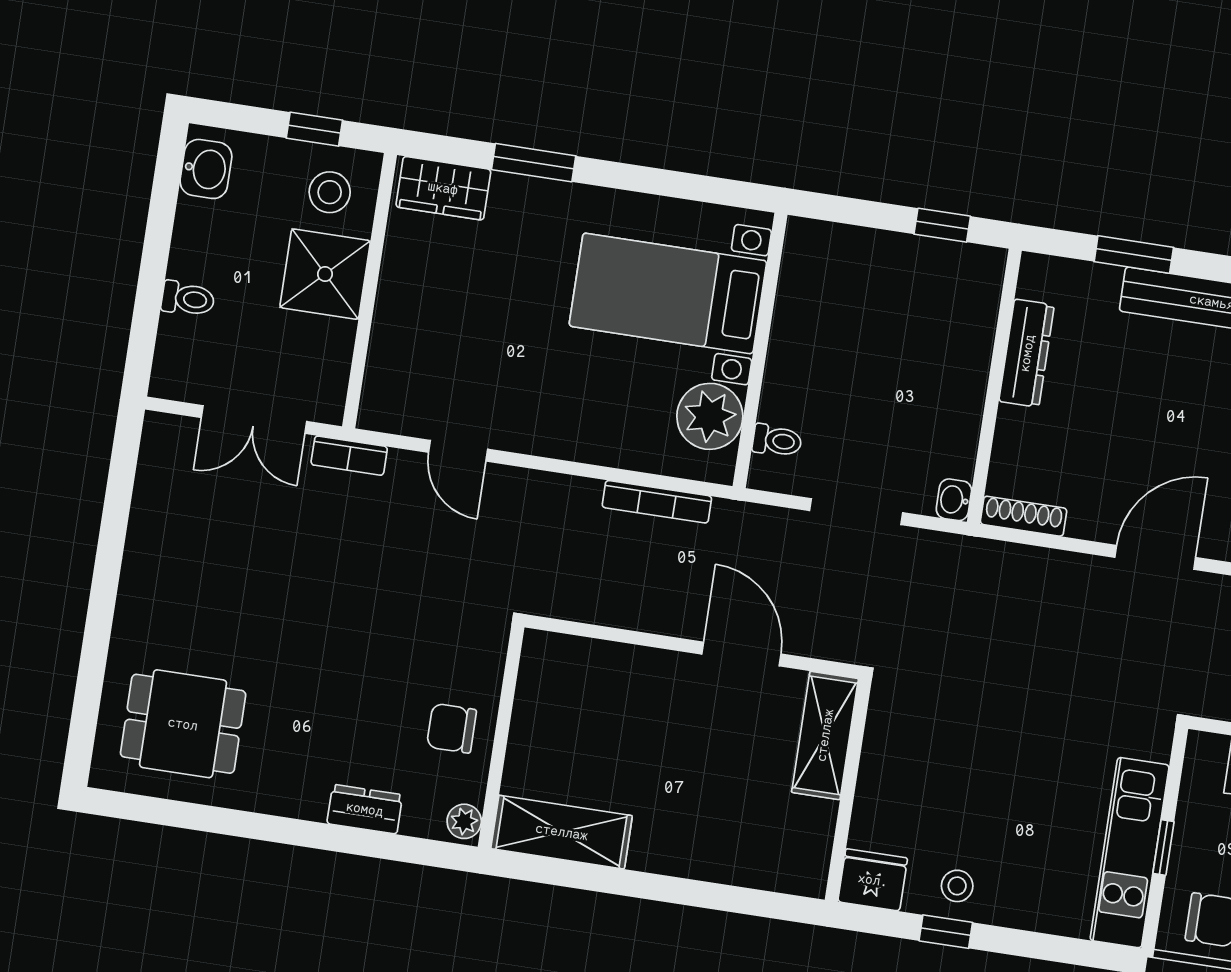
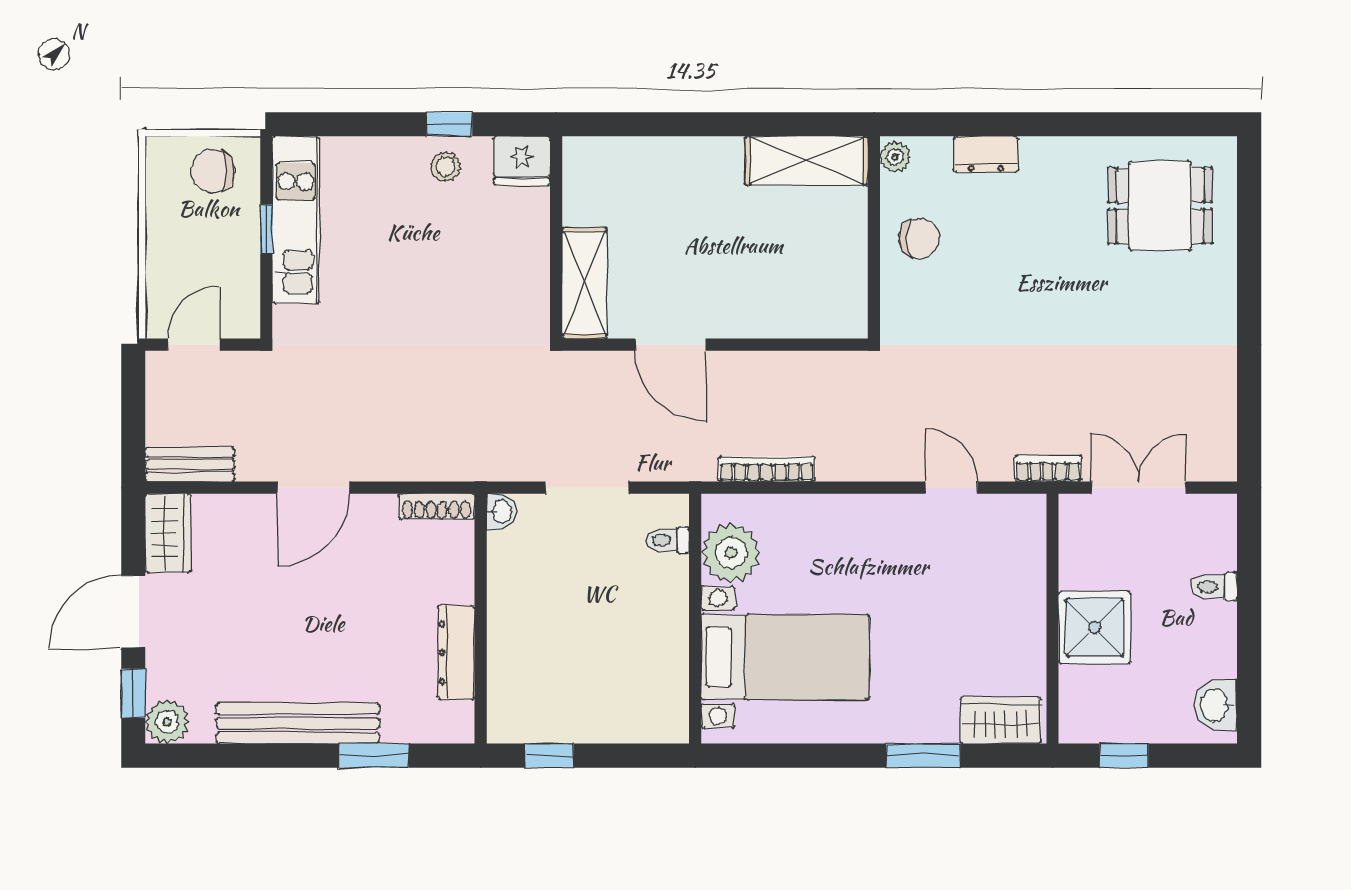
stool: (330, 192) -> (1102, 701), removed

